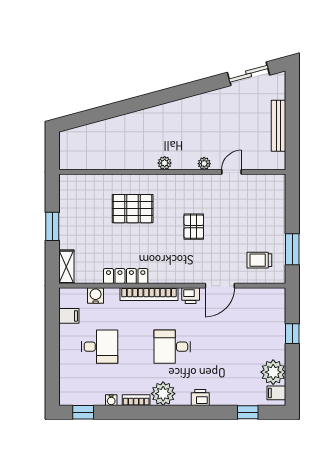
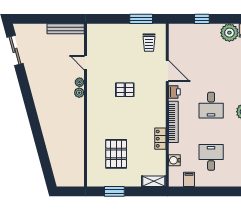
bench: (279, 126) -> (66, 29), moved
plant: (165, 163) -> (79, 93), moved
pallet: (133, 209) -> (116, 154), moved
window: (52, 226) -> (114, 191), moved
locker: (126, 276) -> (160, 139), width x0.66

